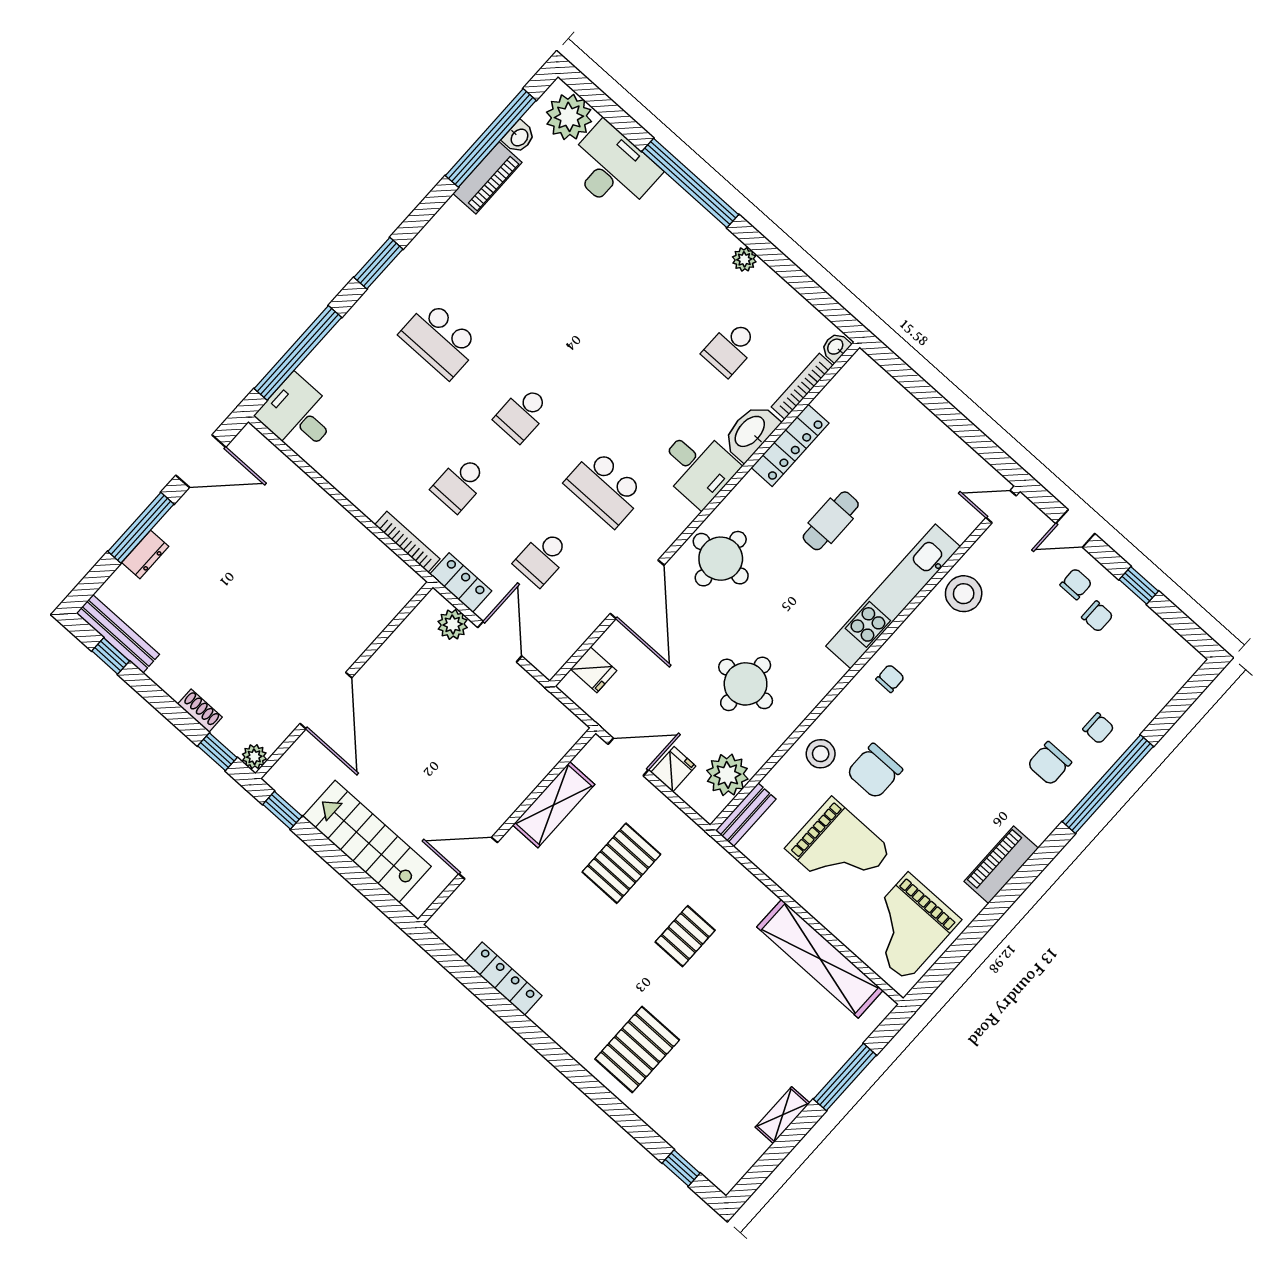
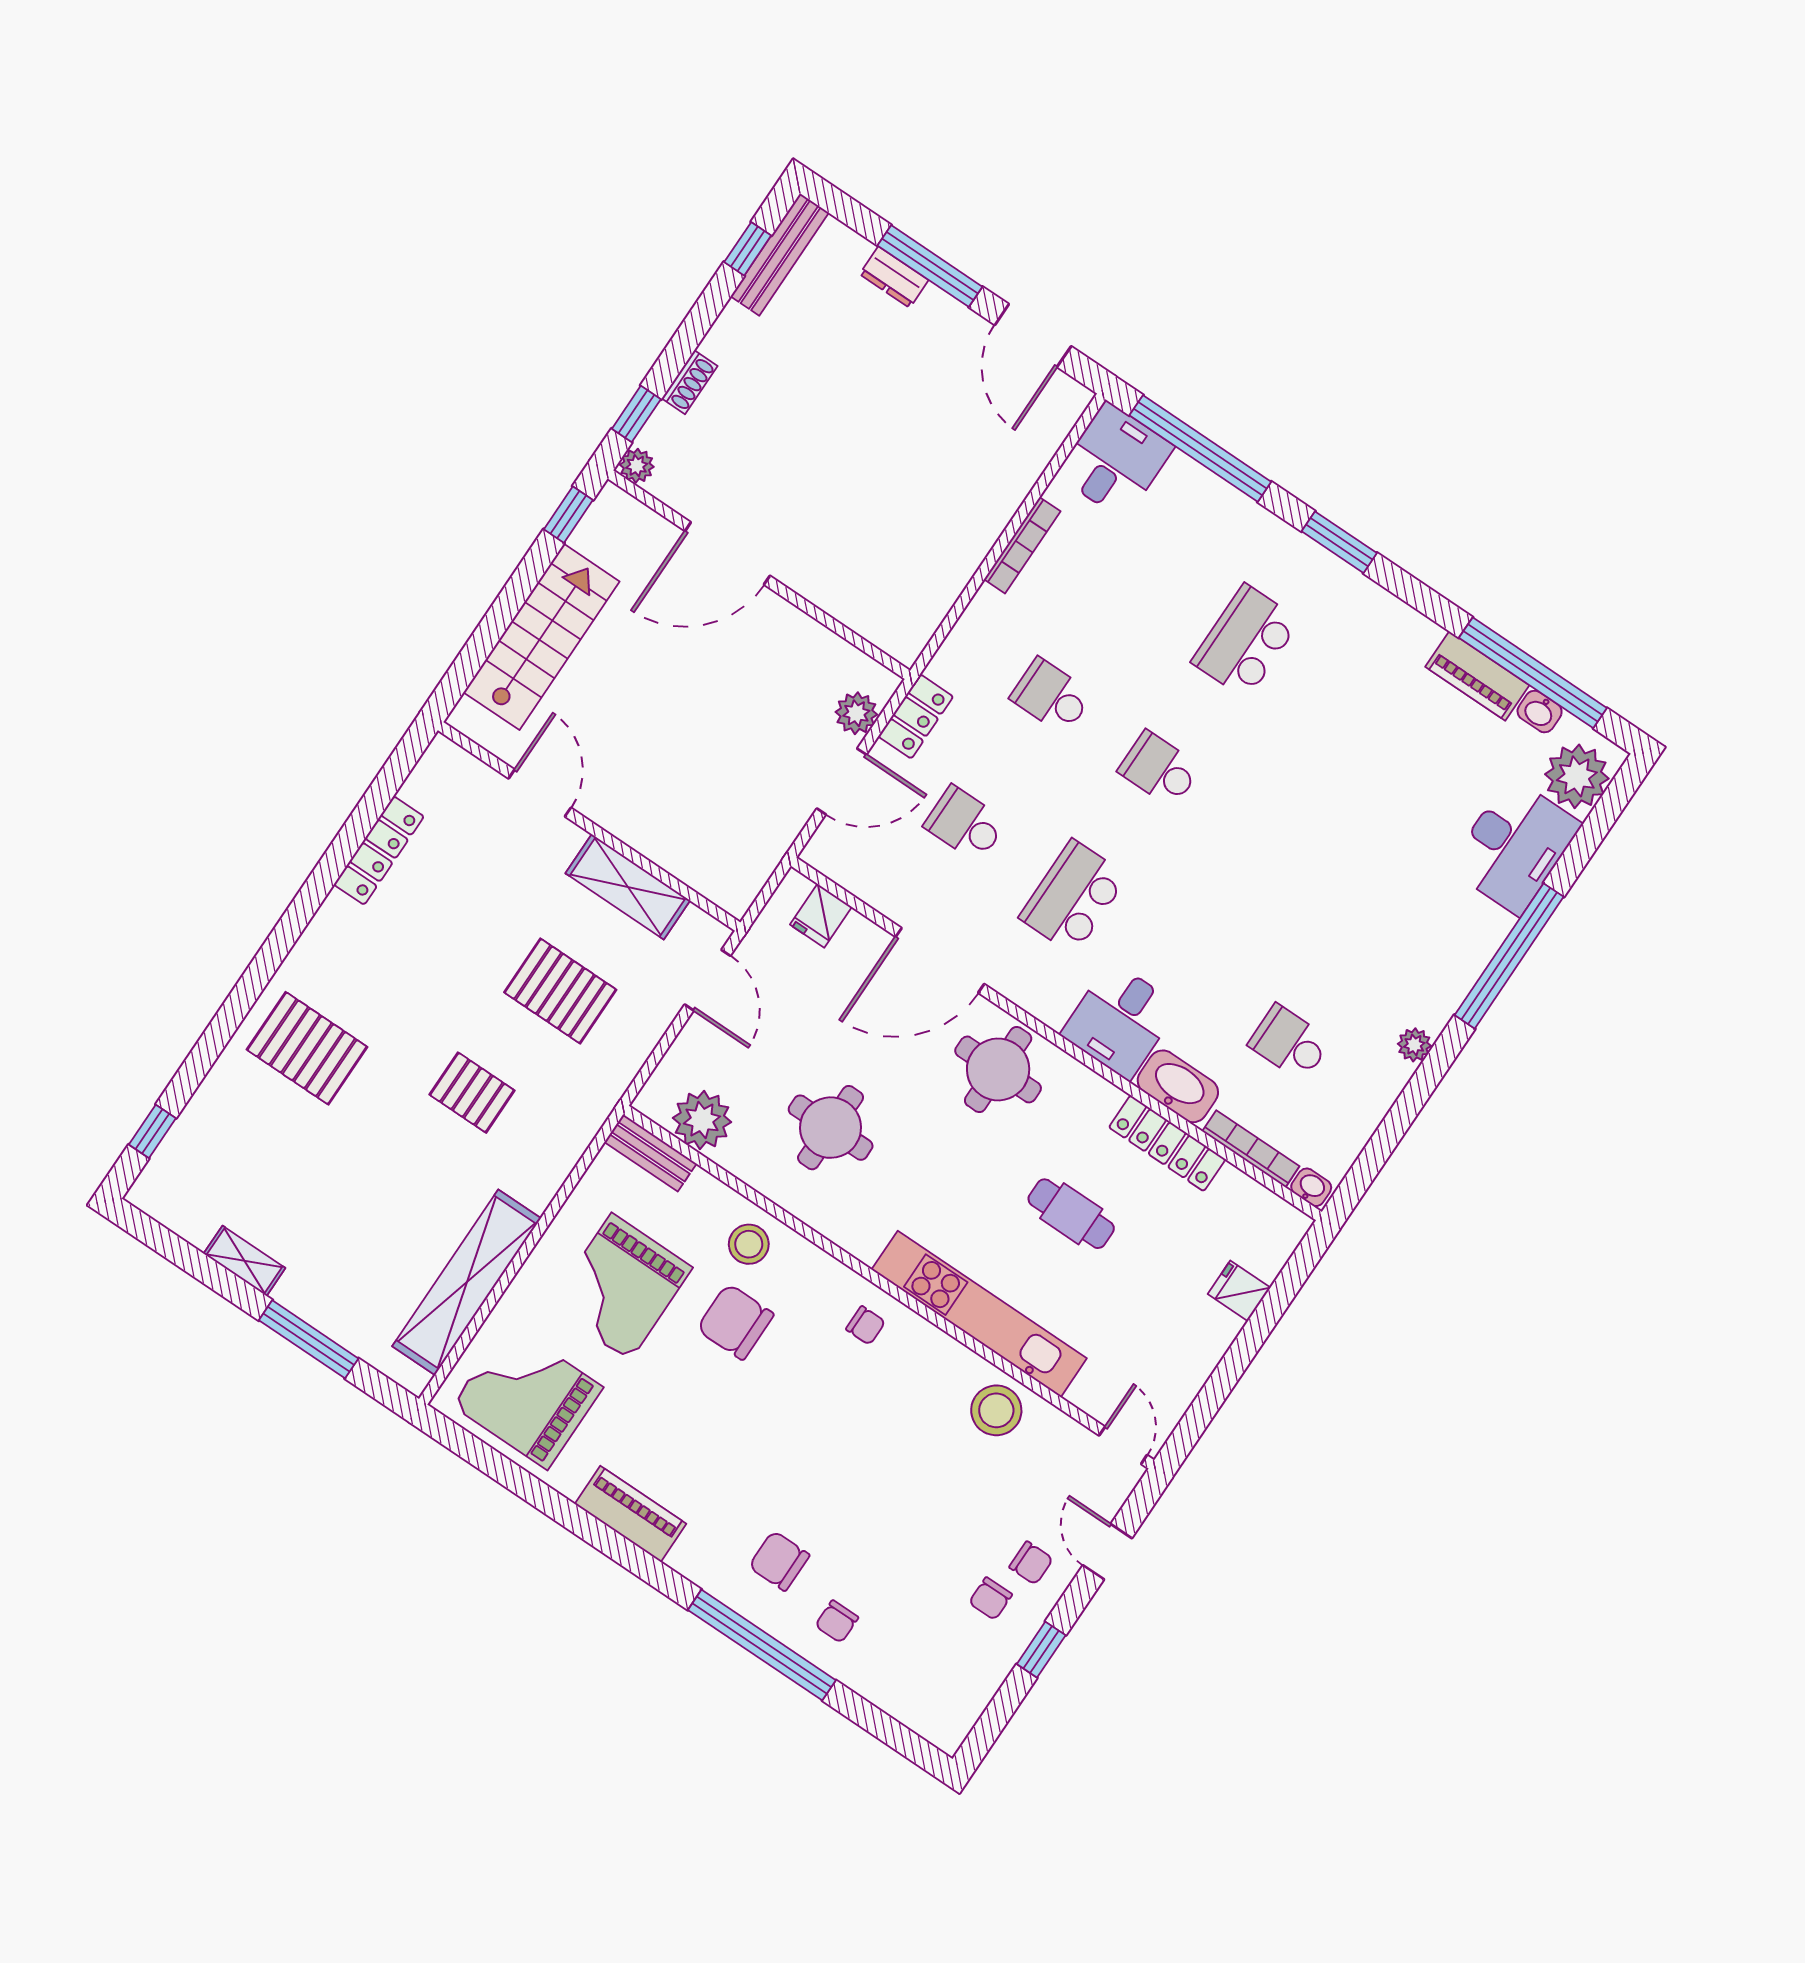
bookcase: (407, 542) -> (1022, 545), moved
fridge: (673, 769) -> (1239, 1291), moved, turned 180

